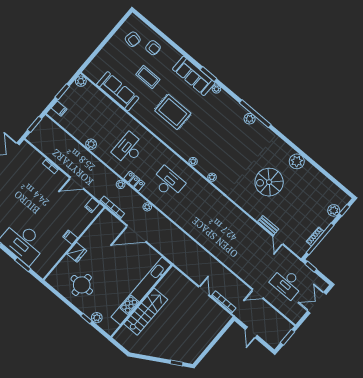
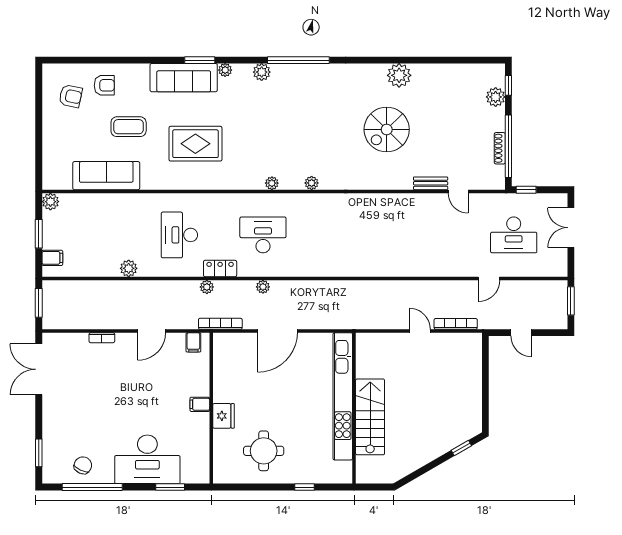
plant: (250, 119) -> (262, 72), moved
plant: (97, 318) -> (316, 475), removed

